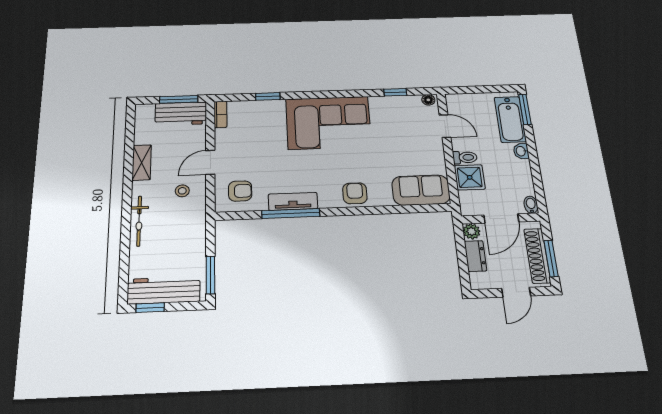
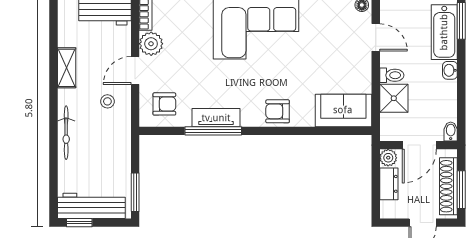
plant: (226, 139) -> (151, 44), added
armchair: (355, 193) -> (278, 111), turned -90

